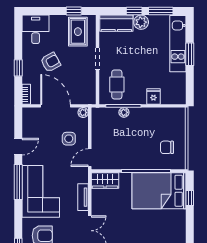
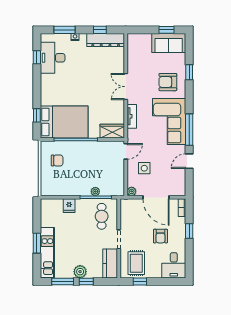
kitchen counter: (116, 23) -> (110, 263), moved, turned -90
armchair: (51, 62) -> (160, 236), turned -61

